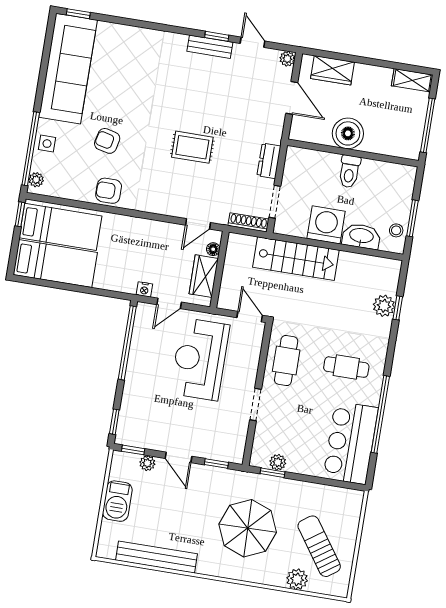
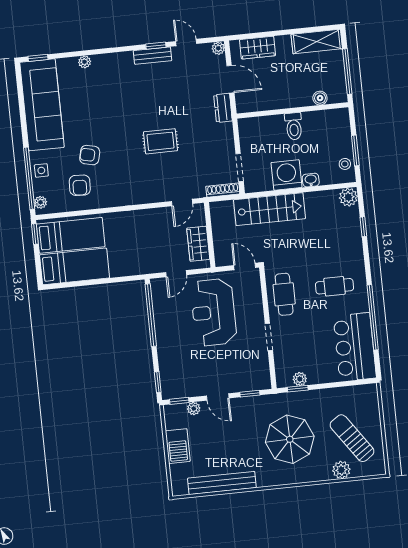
plant: (130, 33) -> (85, 62), added
shelving: (412, 80) -> (317, 41), width x1.50, depth x1.33
boiler: (348, 133) -> (320, 98), moved, width x0.54, depth x0.54
dresser: (269, 161) -> (223, 108), moved
armchair: (109, 191) -> (80, 185), moved, turned -87
washbasin: (361, 236) -> (311, 180), width x0.52, depth x0.69
floor lamp: (213, 249) -> (200, 220), removed
nightstand: (144, 289) -> (153, 268), removed
plant: (384, 306) -> (348, 197), moved

